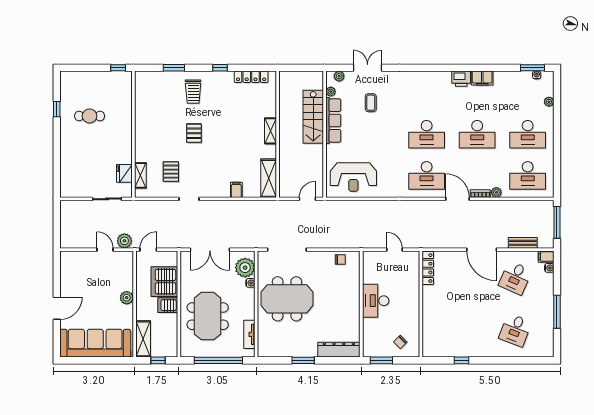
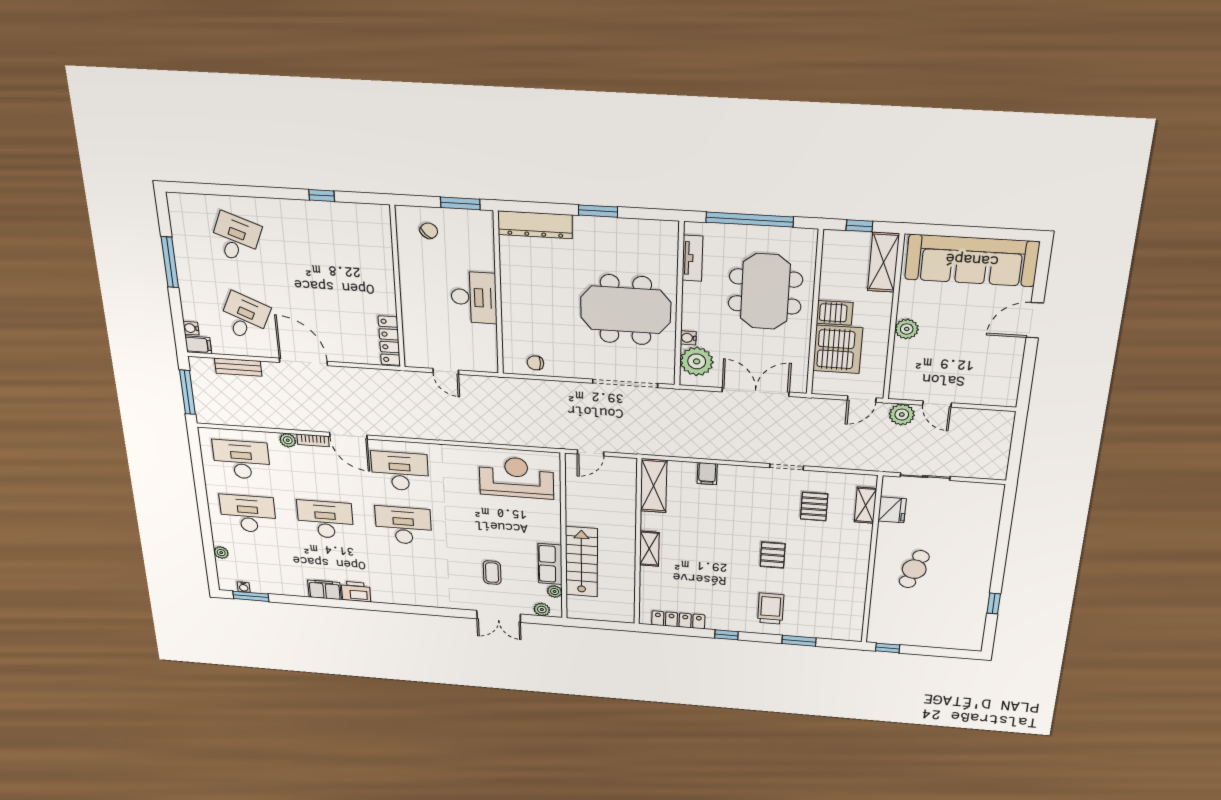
cafe table: (90, 116) -> (914, 569), moved, turned -72
row of seats: (333, 120) -> (550, 564), width x0.68

